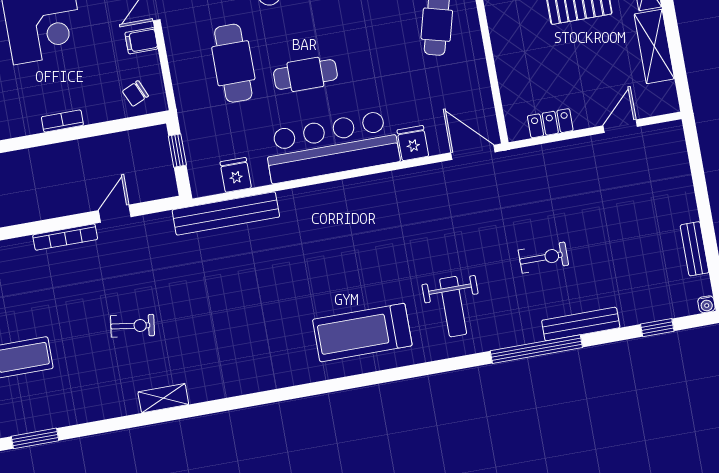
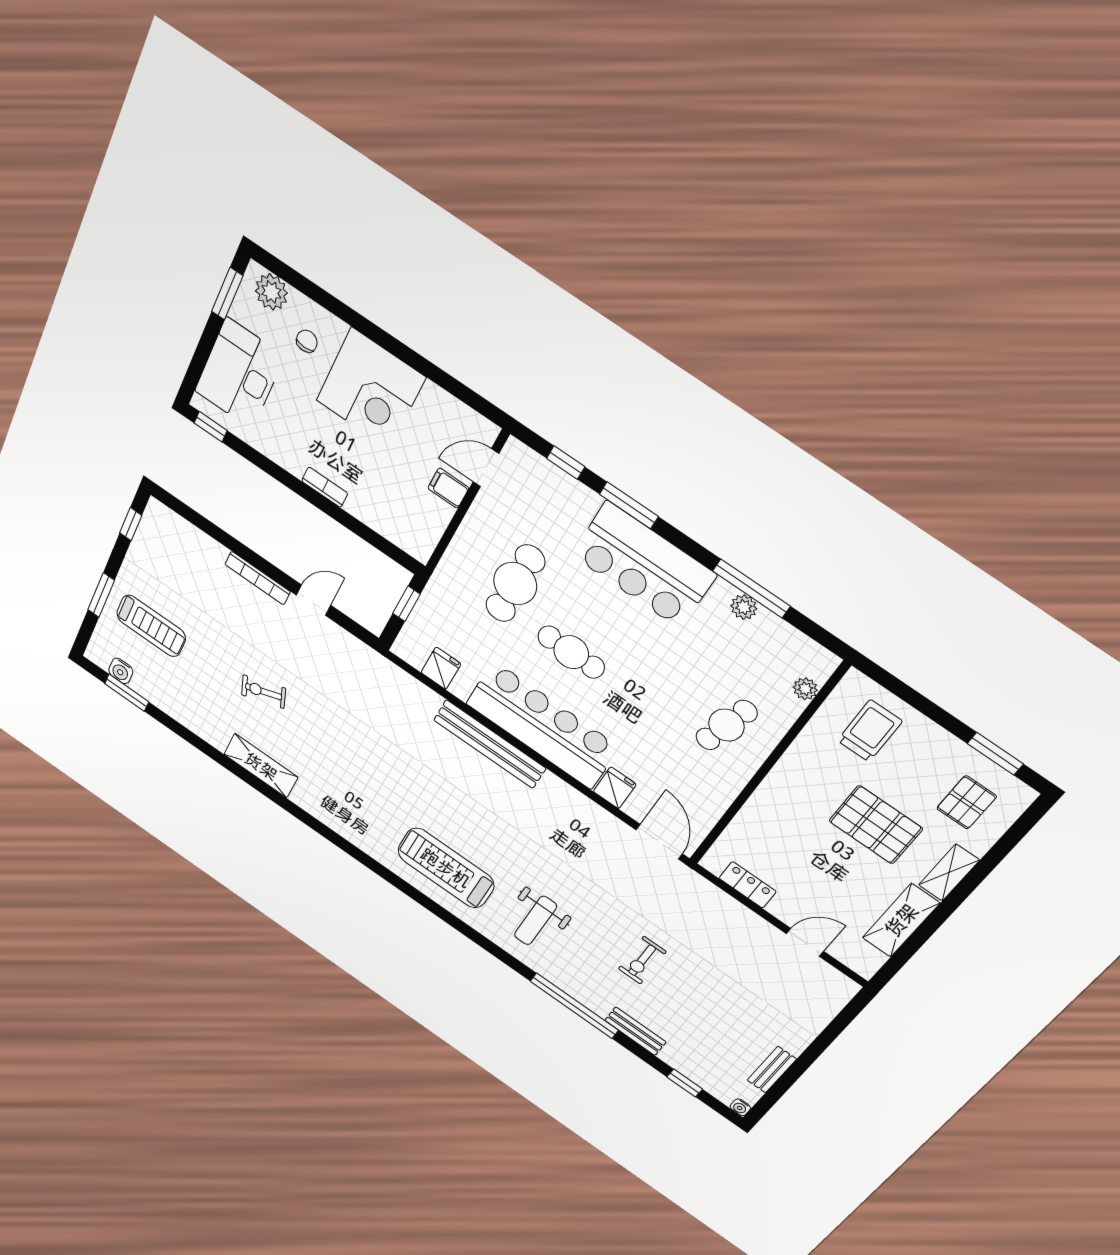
chair: (135, 94) -> (407, 526), removed
bench: (226, 213) -> (490, 744), moved
exercise bike: (543, 258) -> (642, 960), turned 90
bench: (581, 324) -> (635, 1031), width x0.73
exercise bike: (132, 326) -> (264, 692), turned 152
shelving: (163, 398) -> (261, 766), width x1.50, depth x1.33
water cooler: (18, 423) -> (121, 671), added

